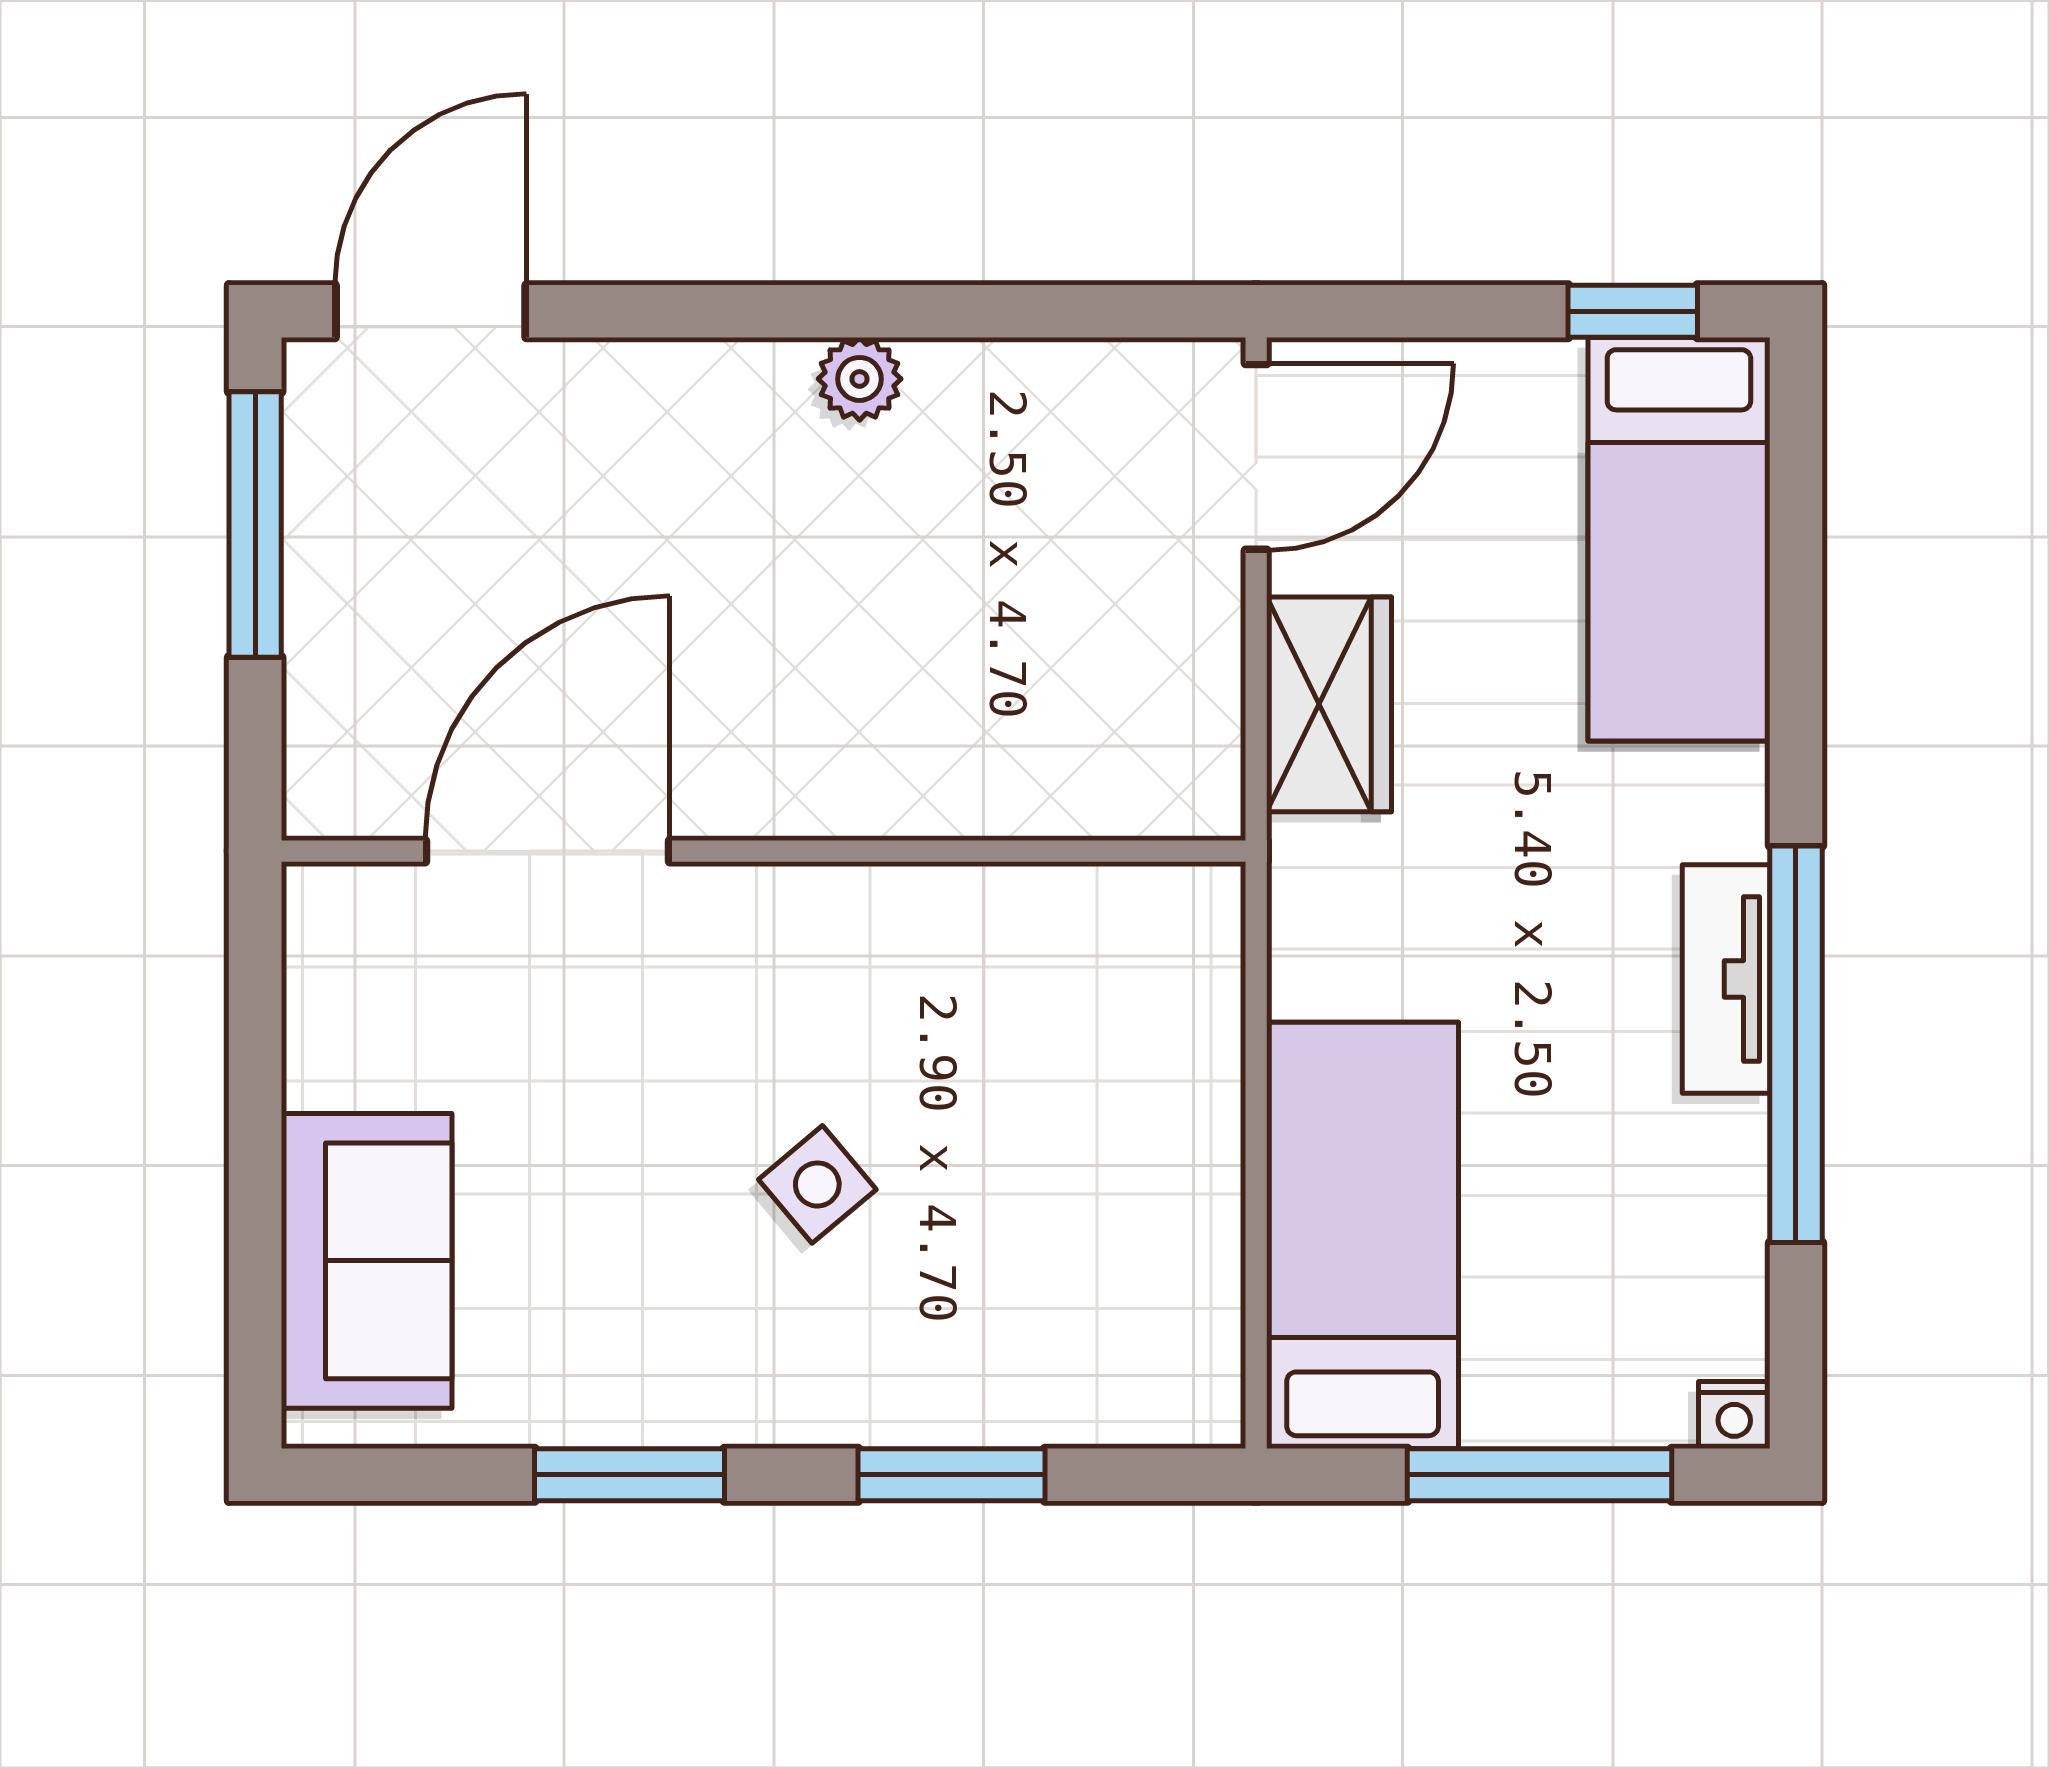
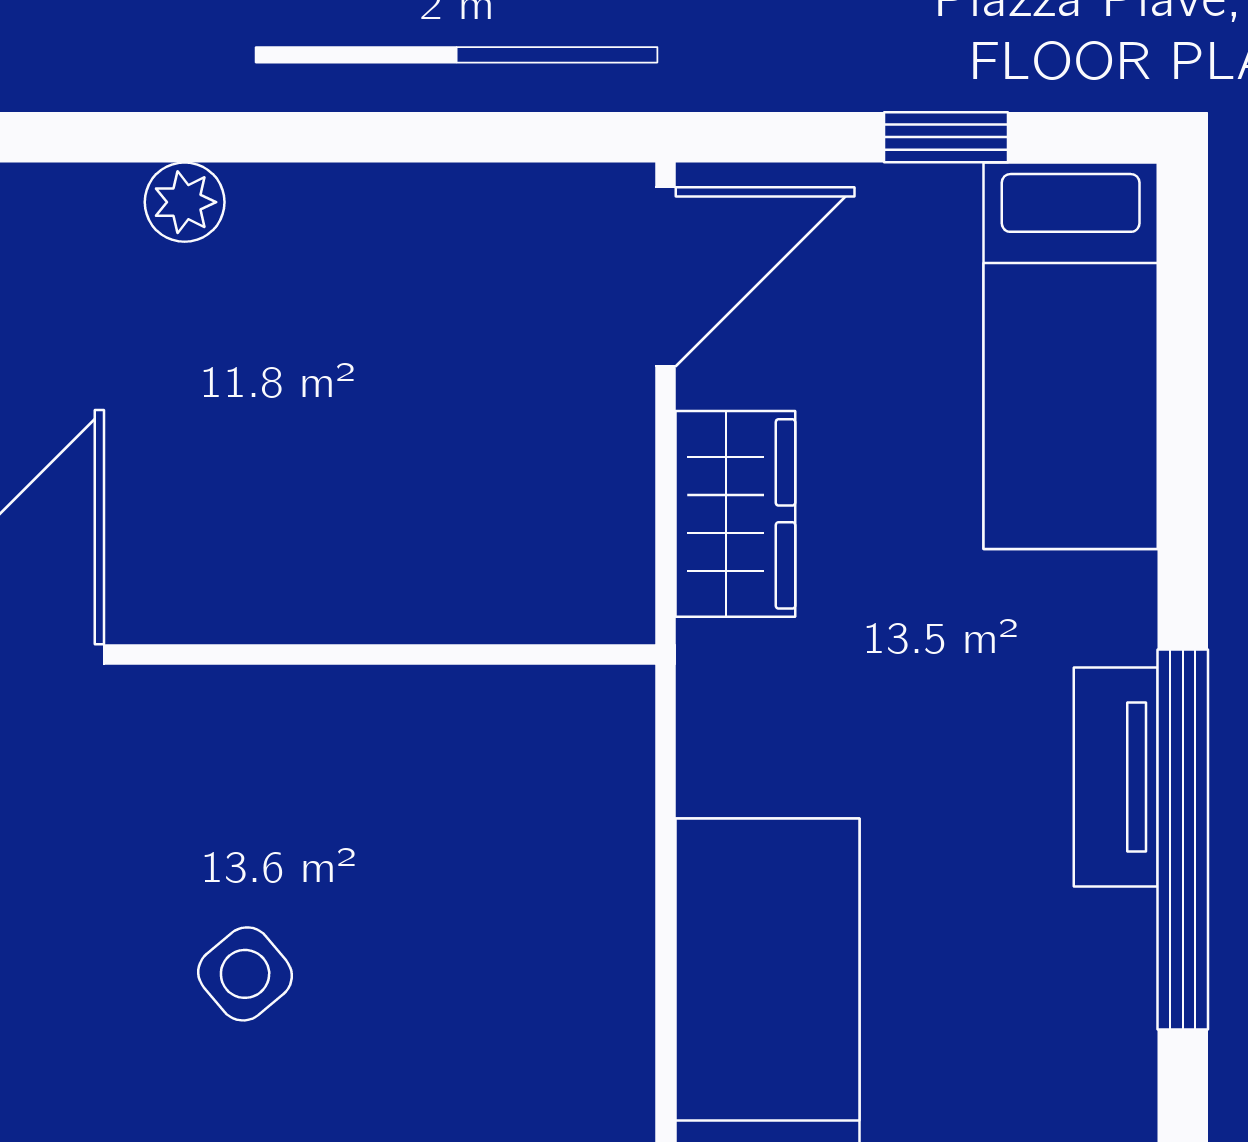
window: (1633, 311) -> (946, 137), moved
plant: (860, 379) -> (185, 202), moved

